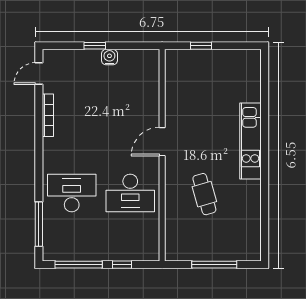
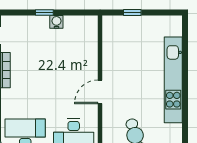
kitchen unit: (250, 141) -> (173, 80), width x1.36

